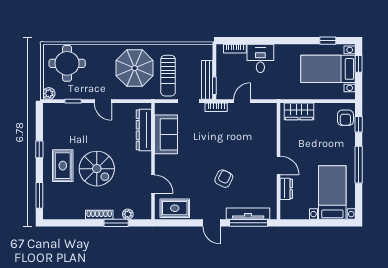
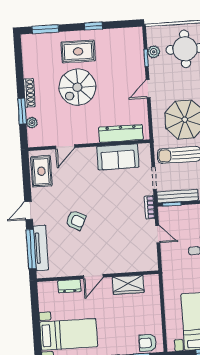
plant: (49, 93) -> (154, 52), moved
wardrobe: (299, 111) -> (128, 285), moved, turned -90

